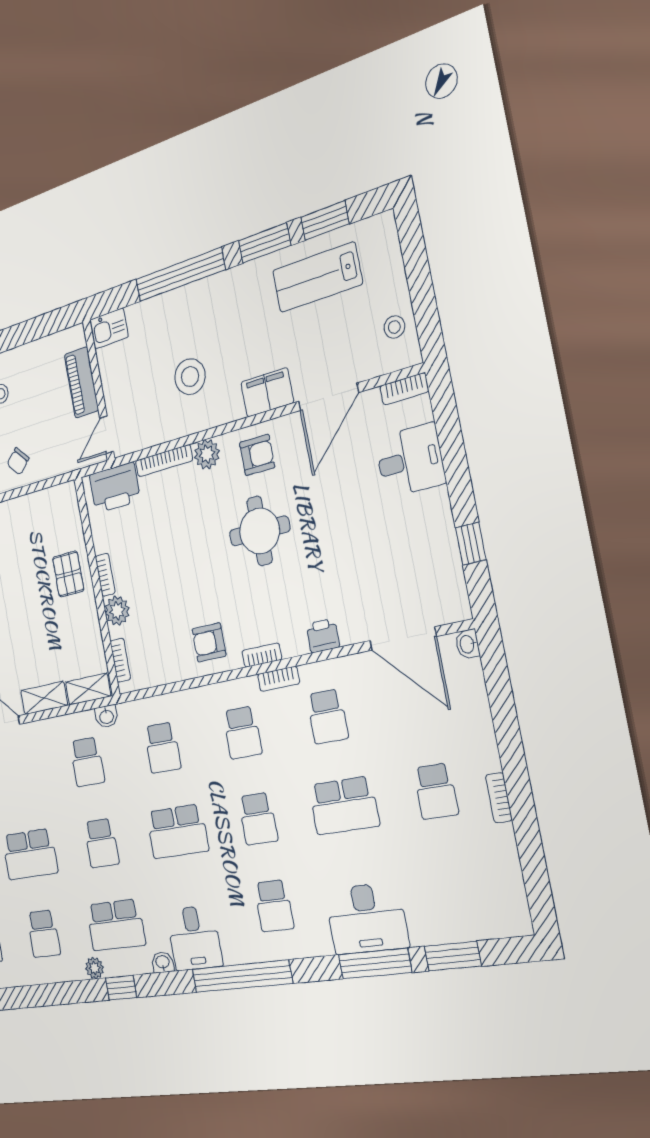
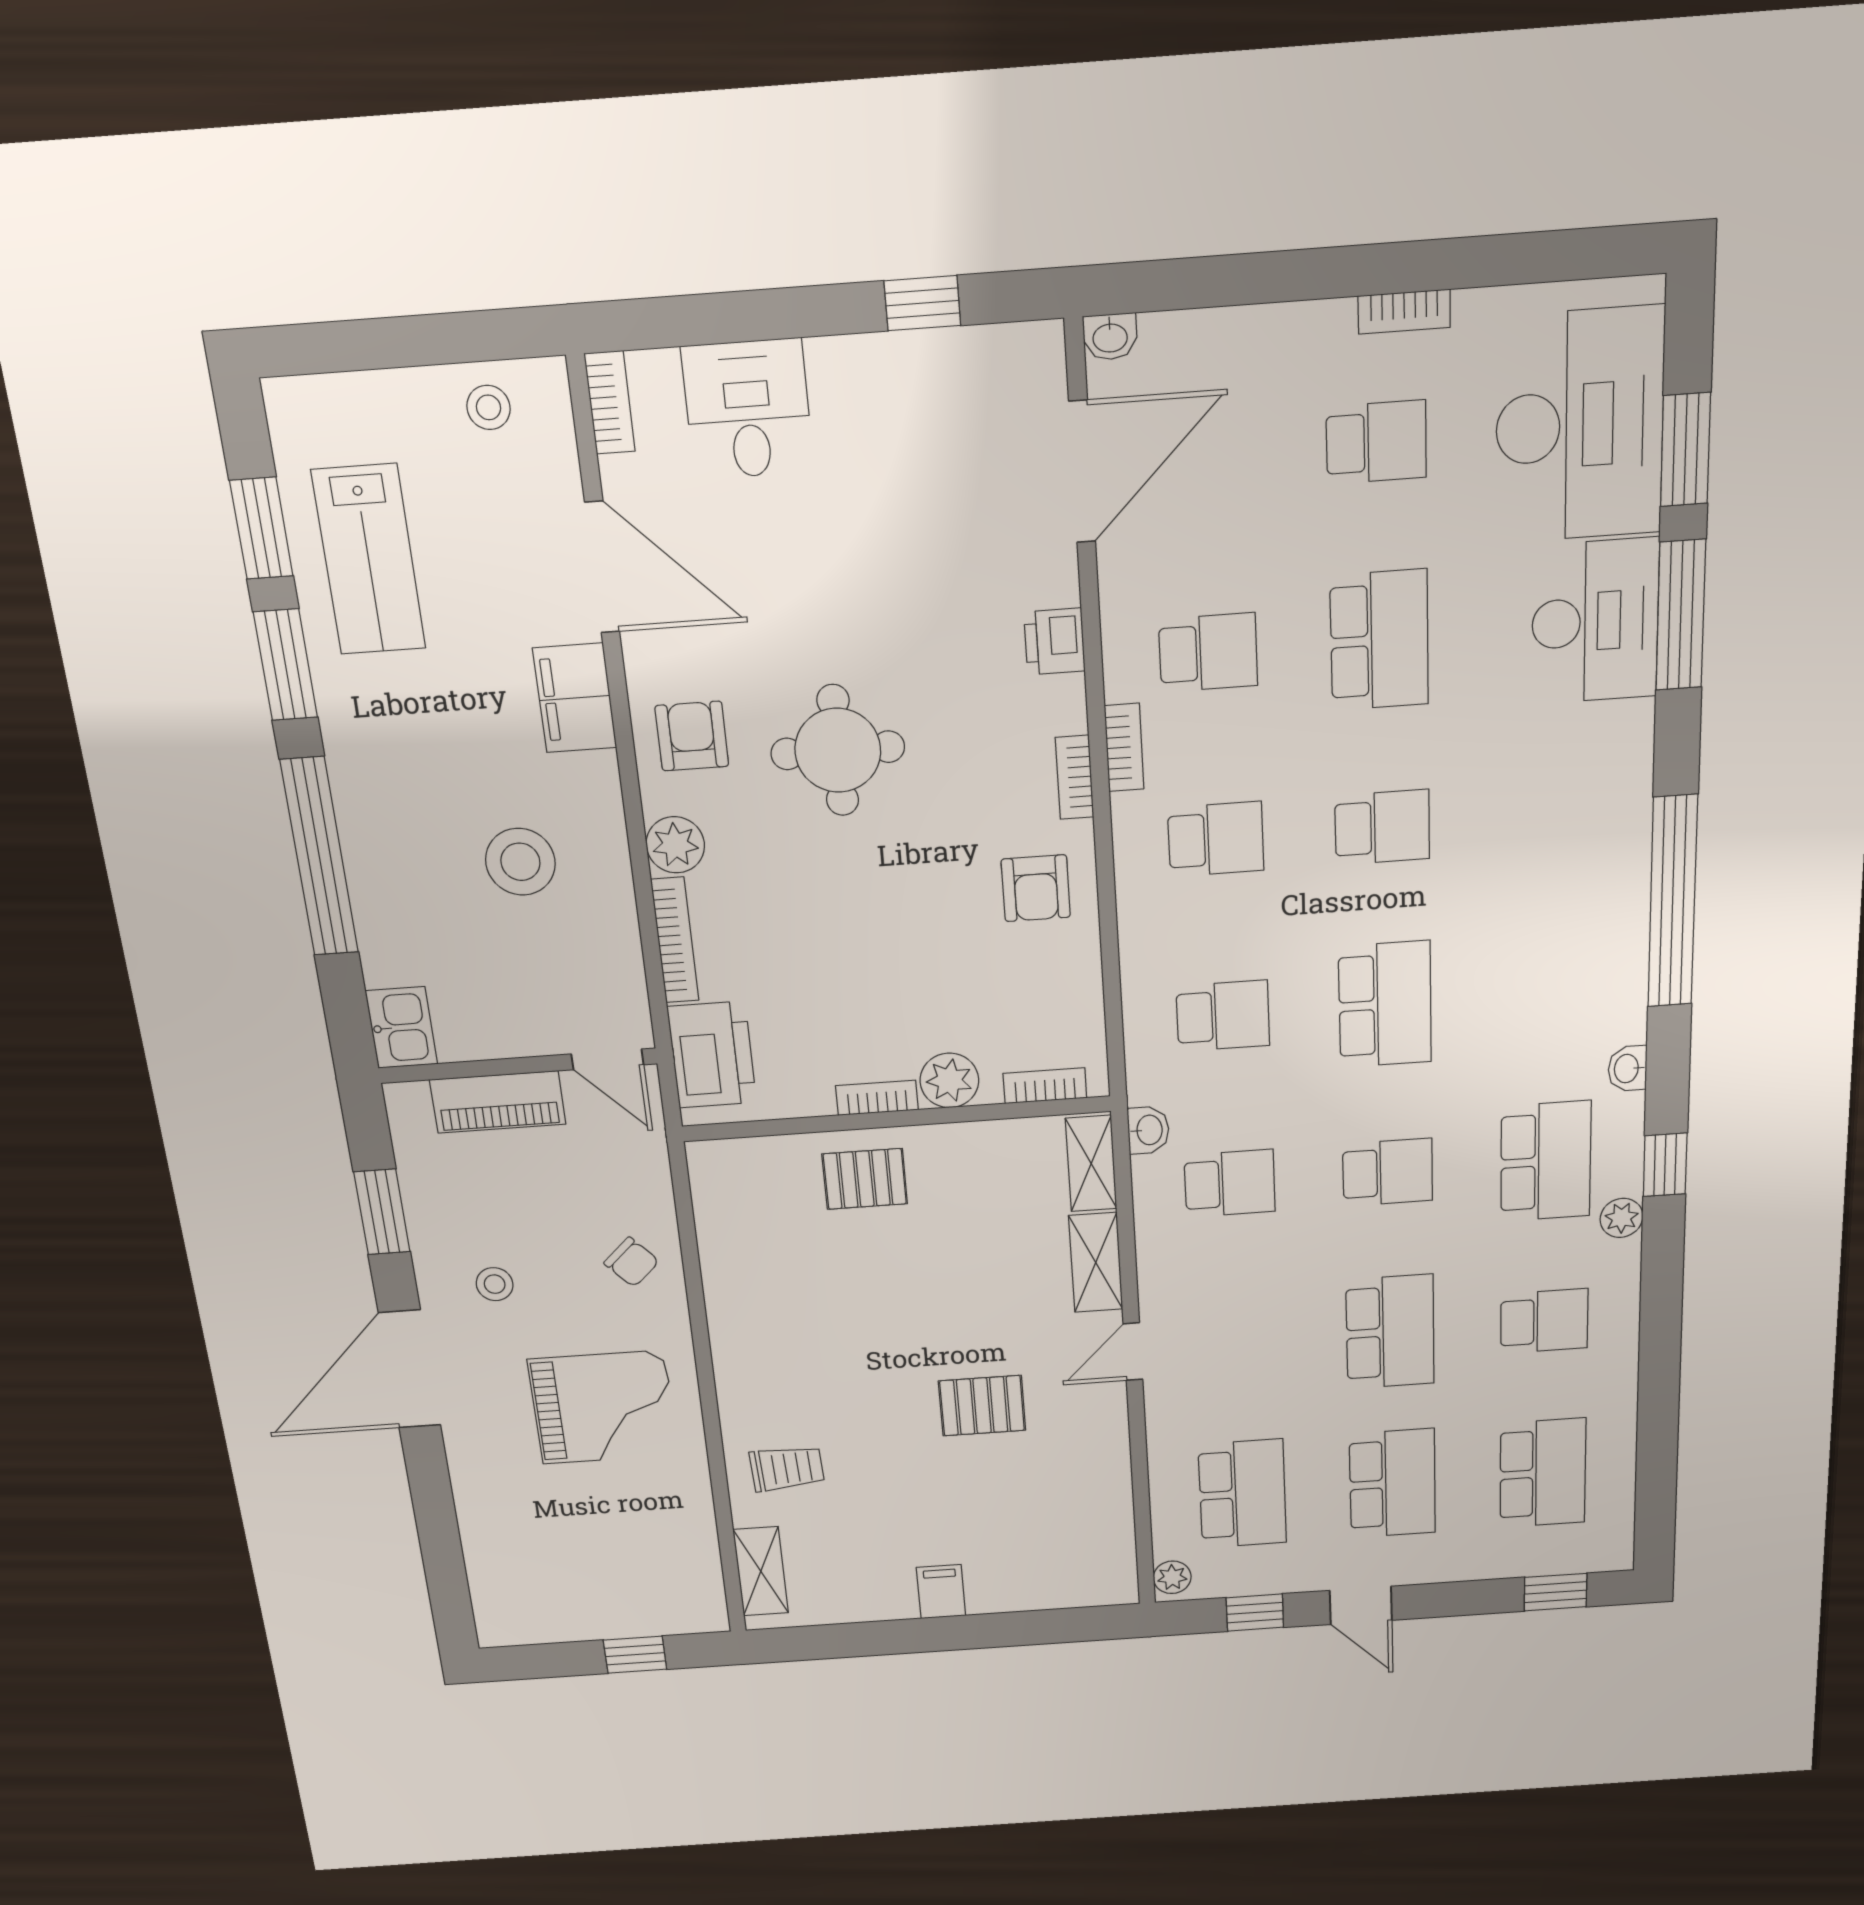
window: (26, 332) -> (382, 1212), added
school desk: (274, 906) -> (1549, 815), removed
desk: (194, 938) -> (1580, 425), moved, width x1.87, depth x1.30

